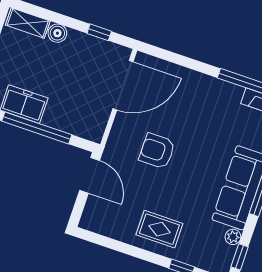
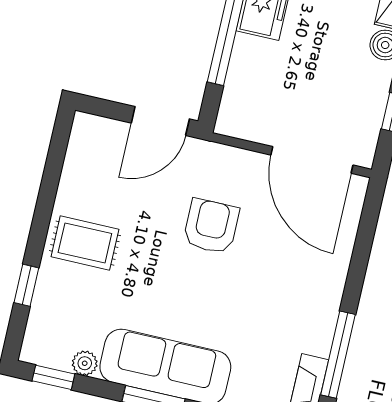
rug: (159, 229) -> (85, 243), turned 90

